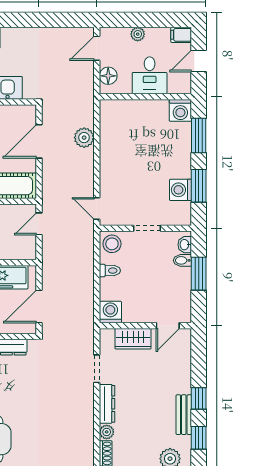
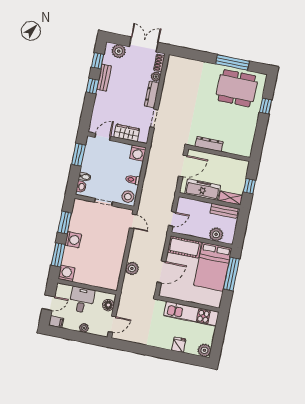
washing machine: (181, 190) -> (73, 240), moved
window: (199, 274) -> (78, 155), moved

